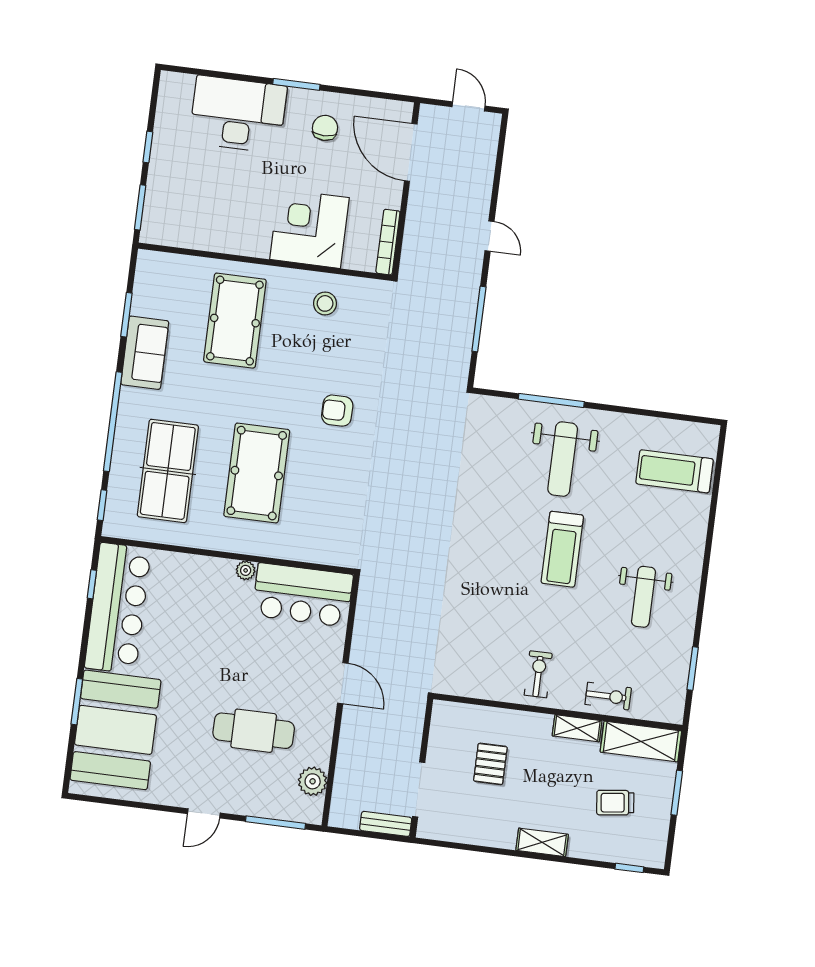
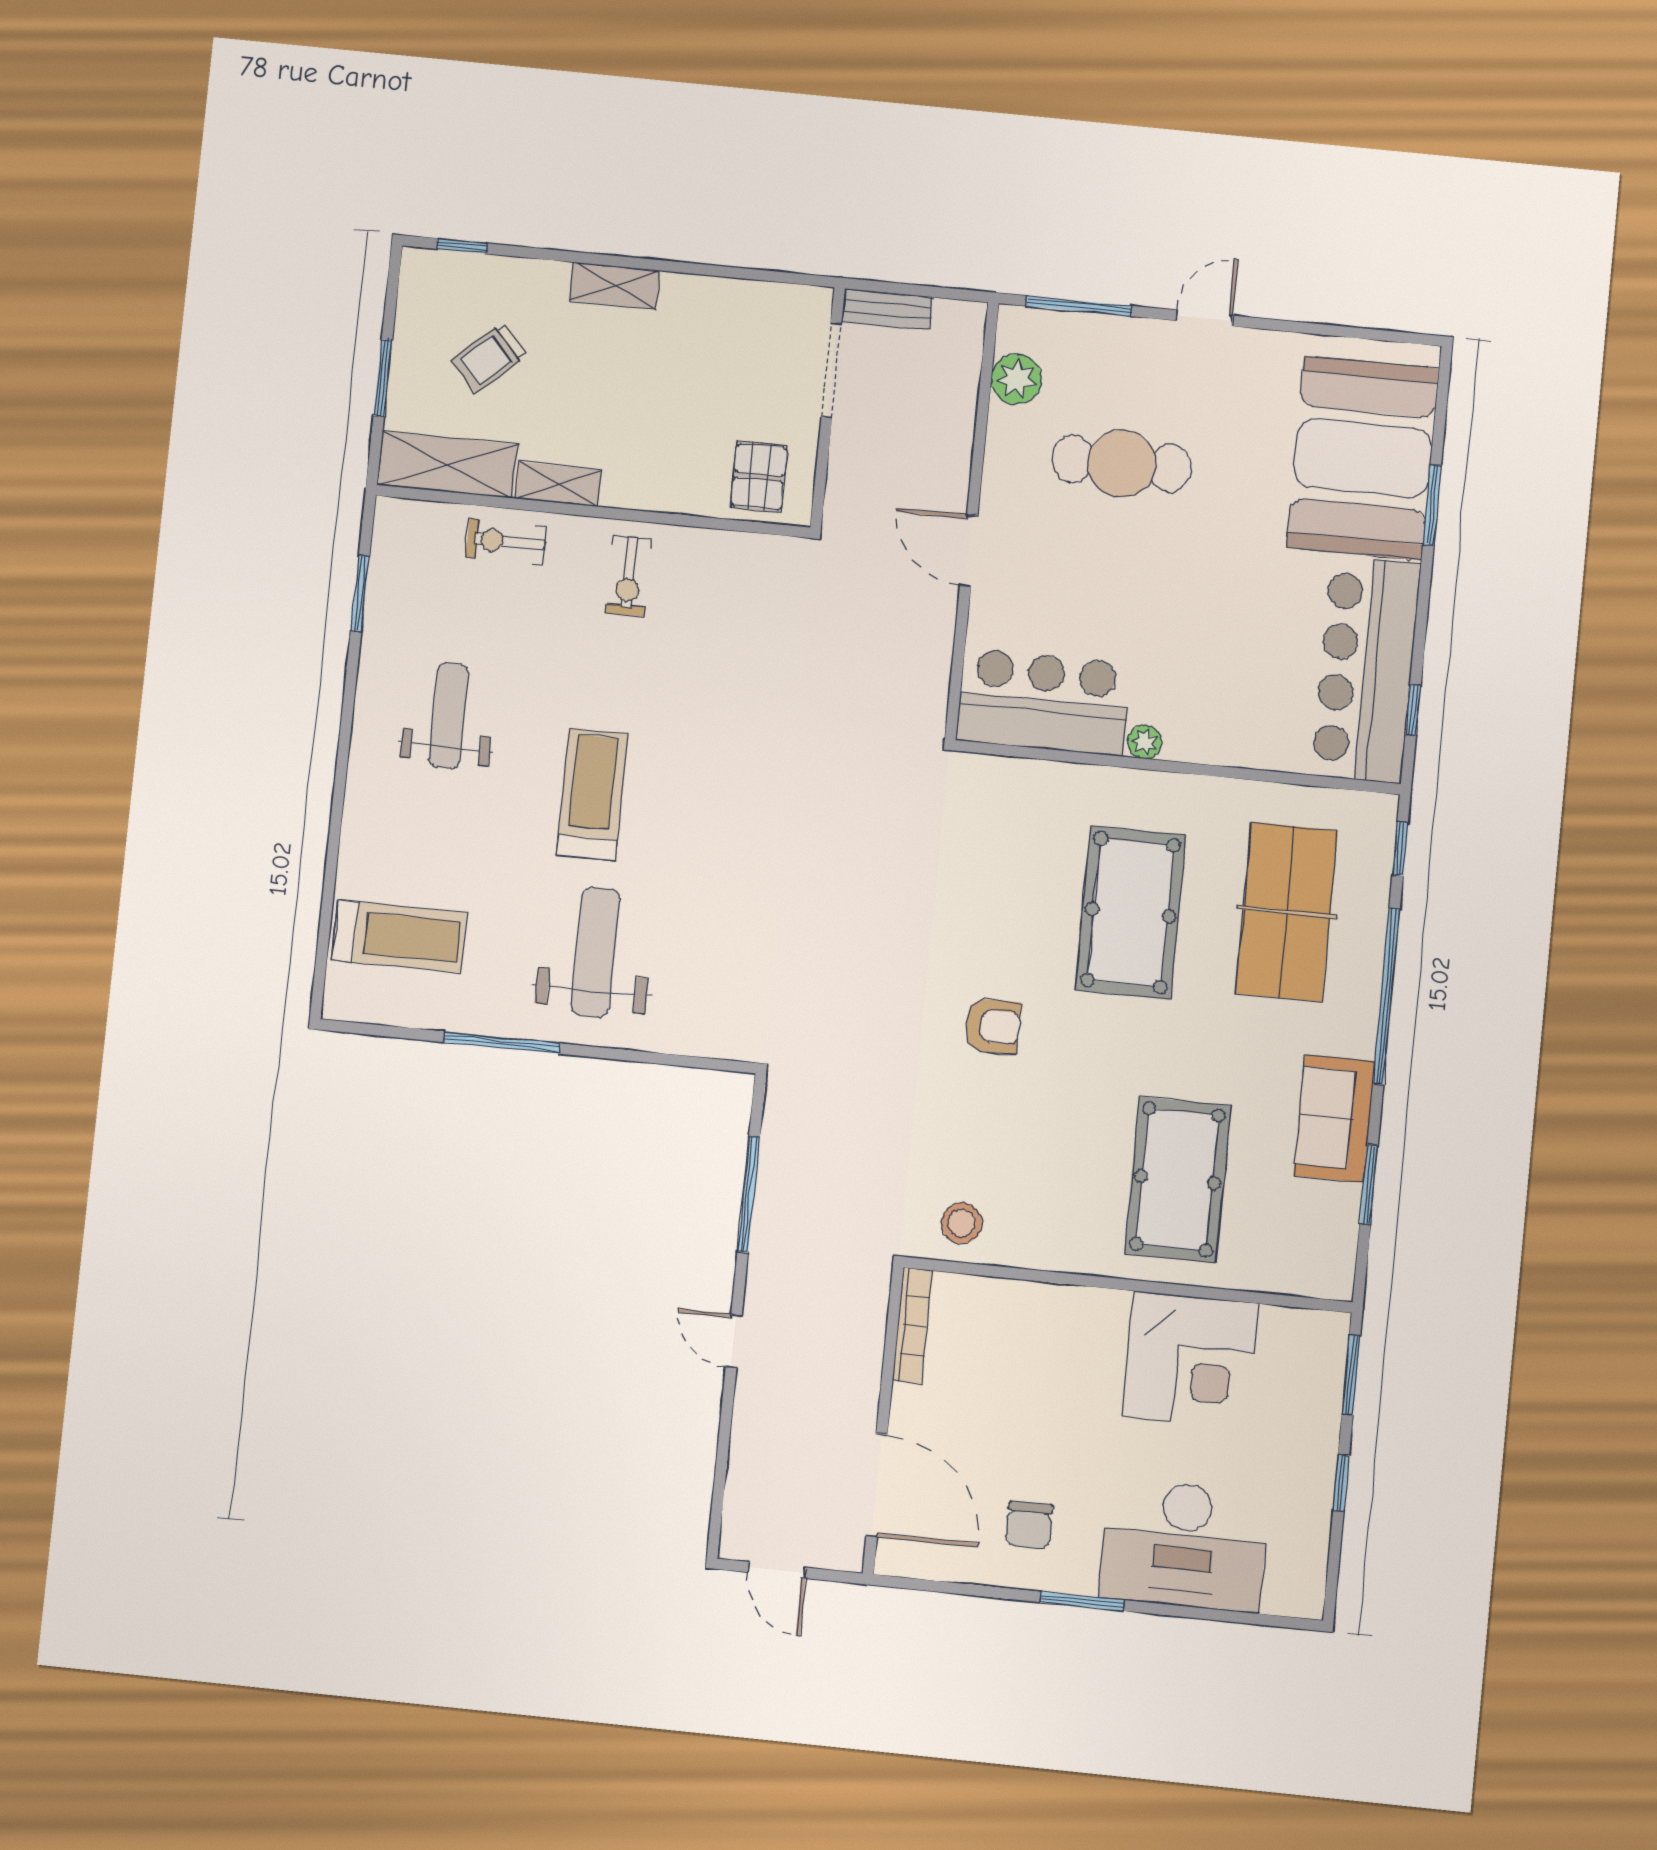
corner desk: (310, 229) -> (1190, 1360), moved
stool: (325, 303) -> (962, 1223), moved
window: (551, 400) -> (502, 1043), moved
pallet: (490, 764) -> (759, 477), moved
trolley: (615, 803) -> (489, 358), turned 145

